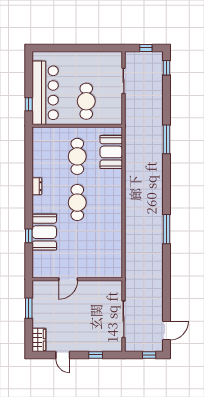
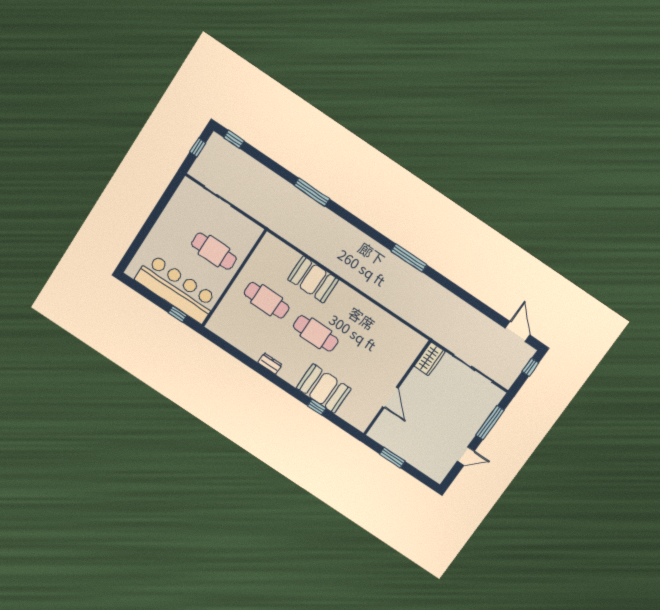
booth: (111, 152) -> (313, 279), moved
wardrobe: (39, 340) -> (430, 359), moved, turned 90
window: (96, 355) -> (490, 423), width x2.17

